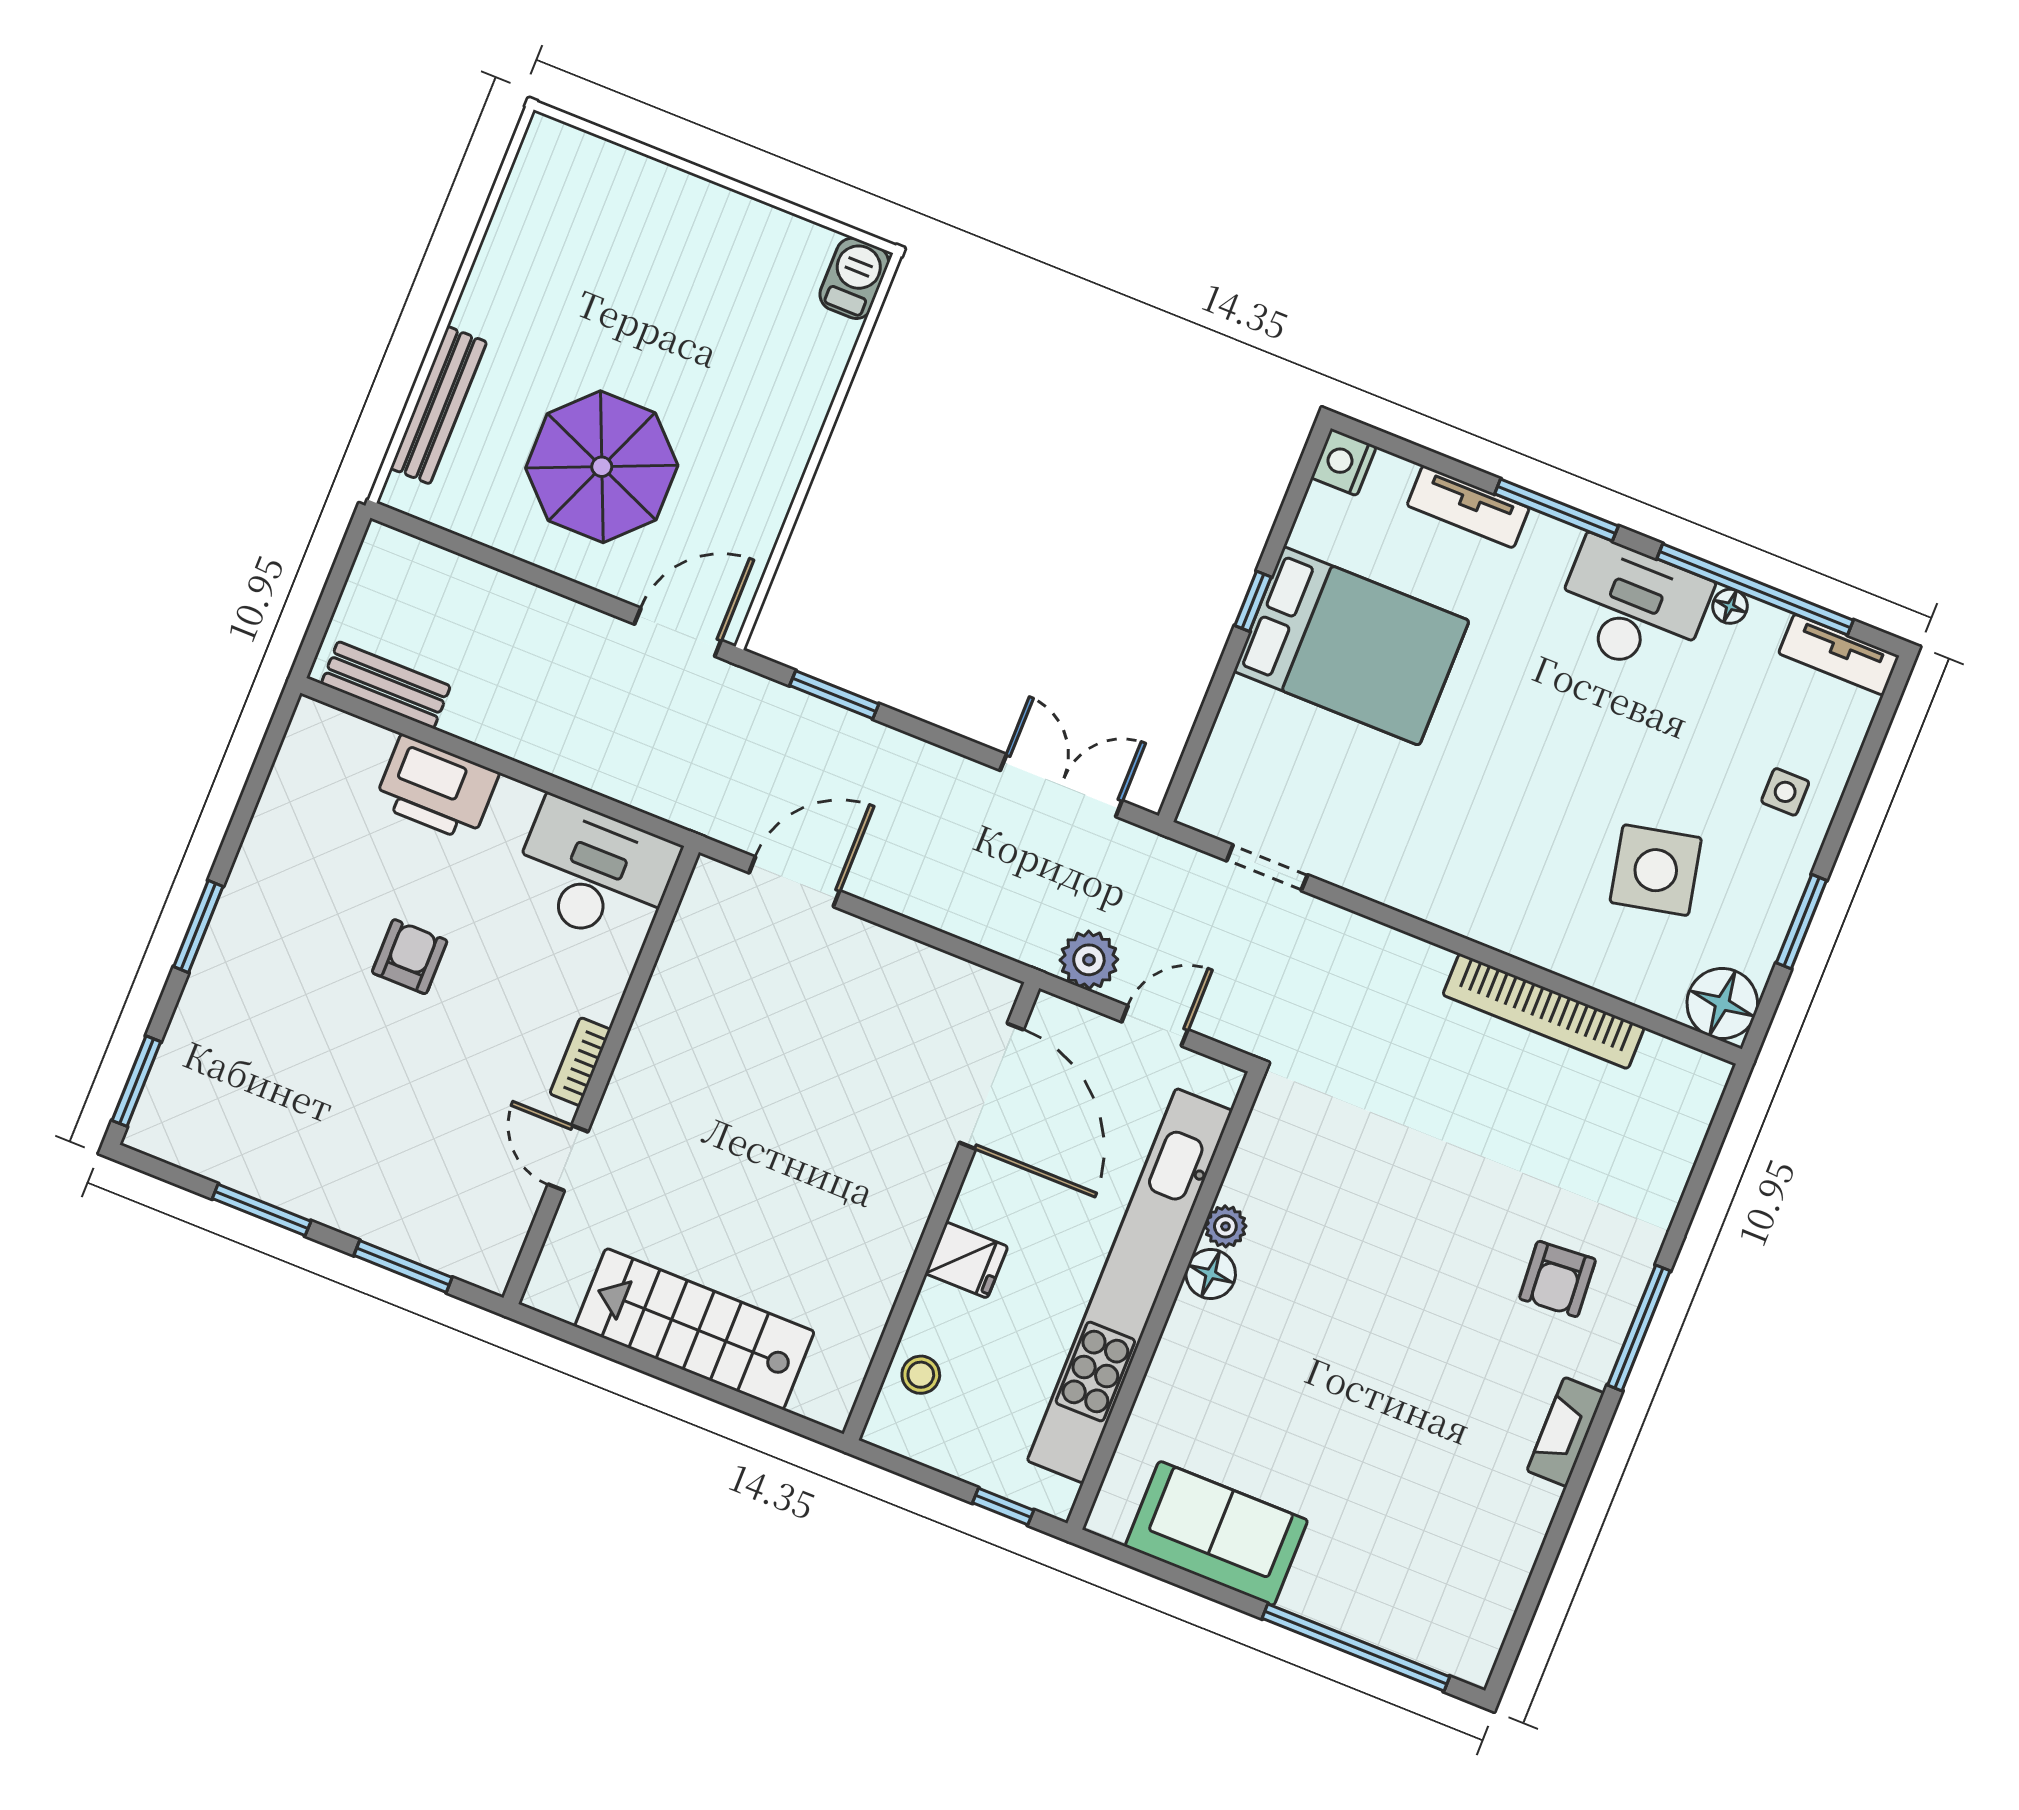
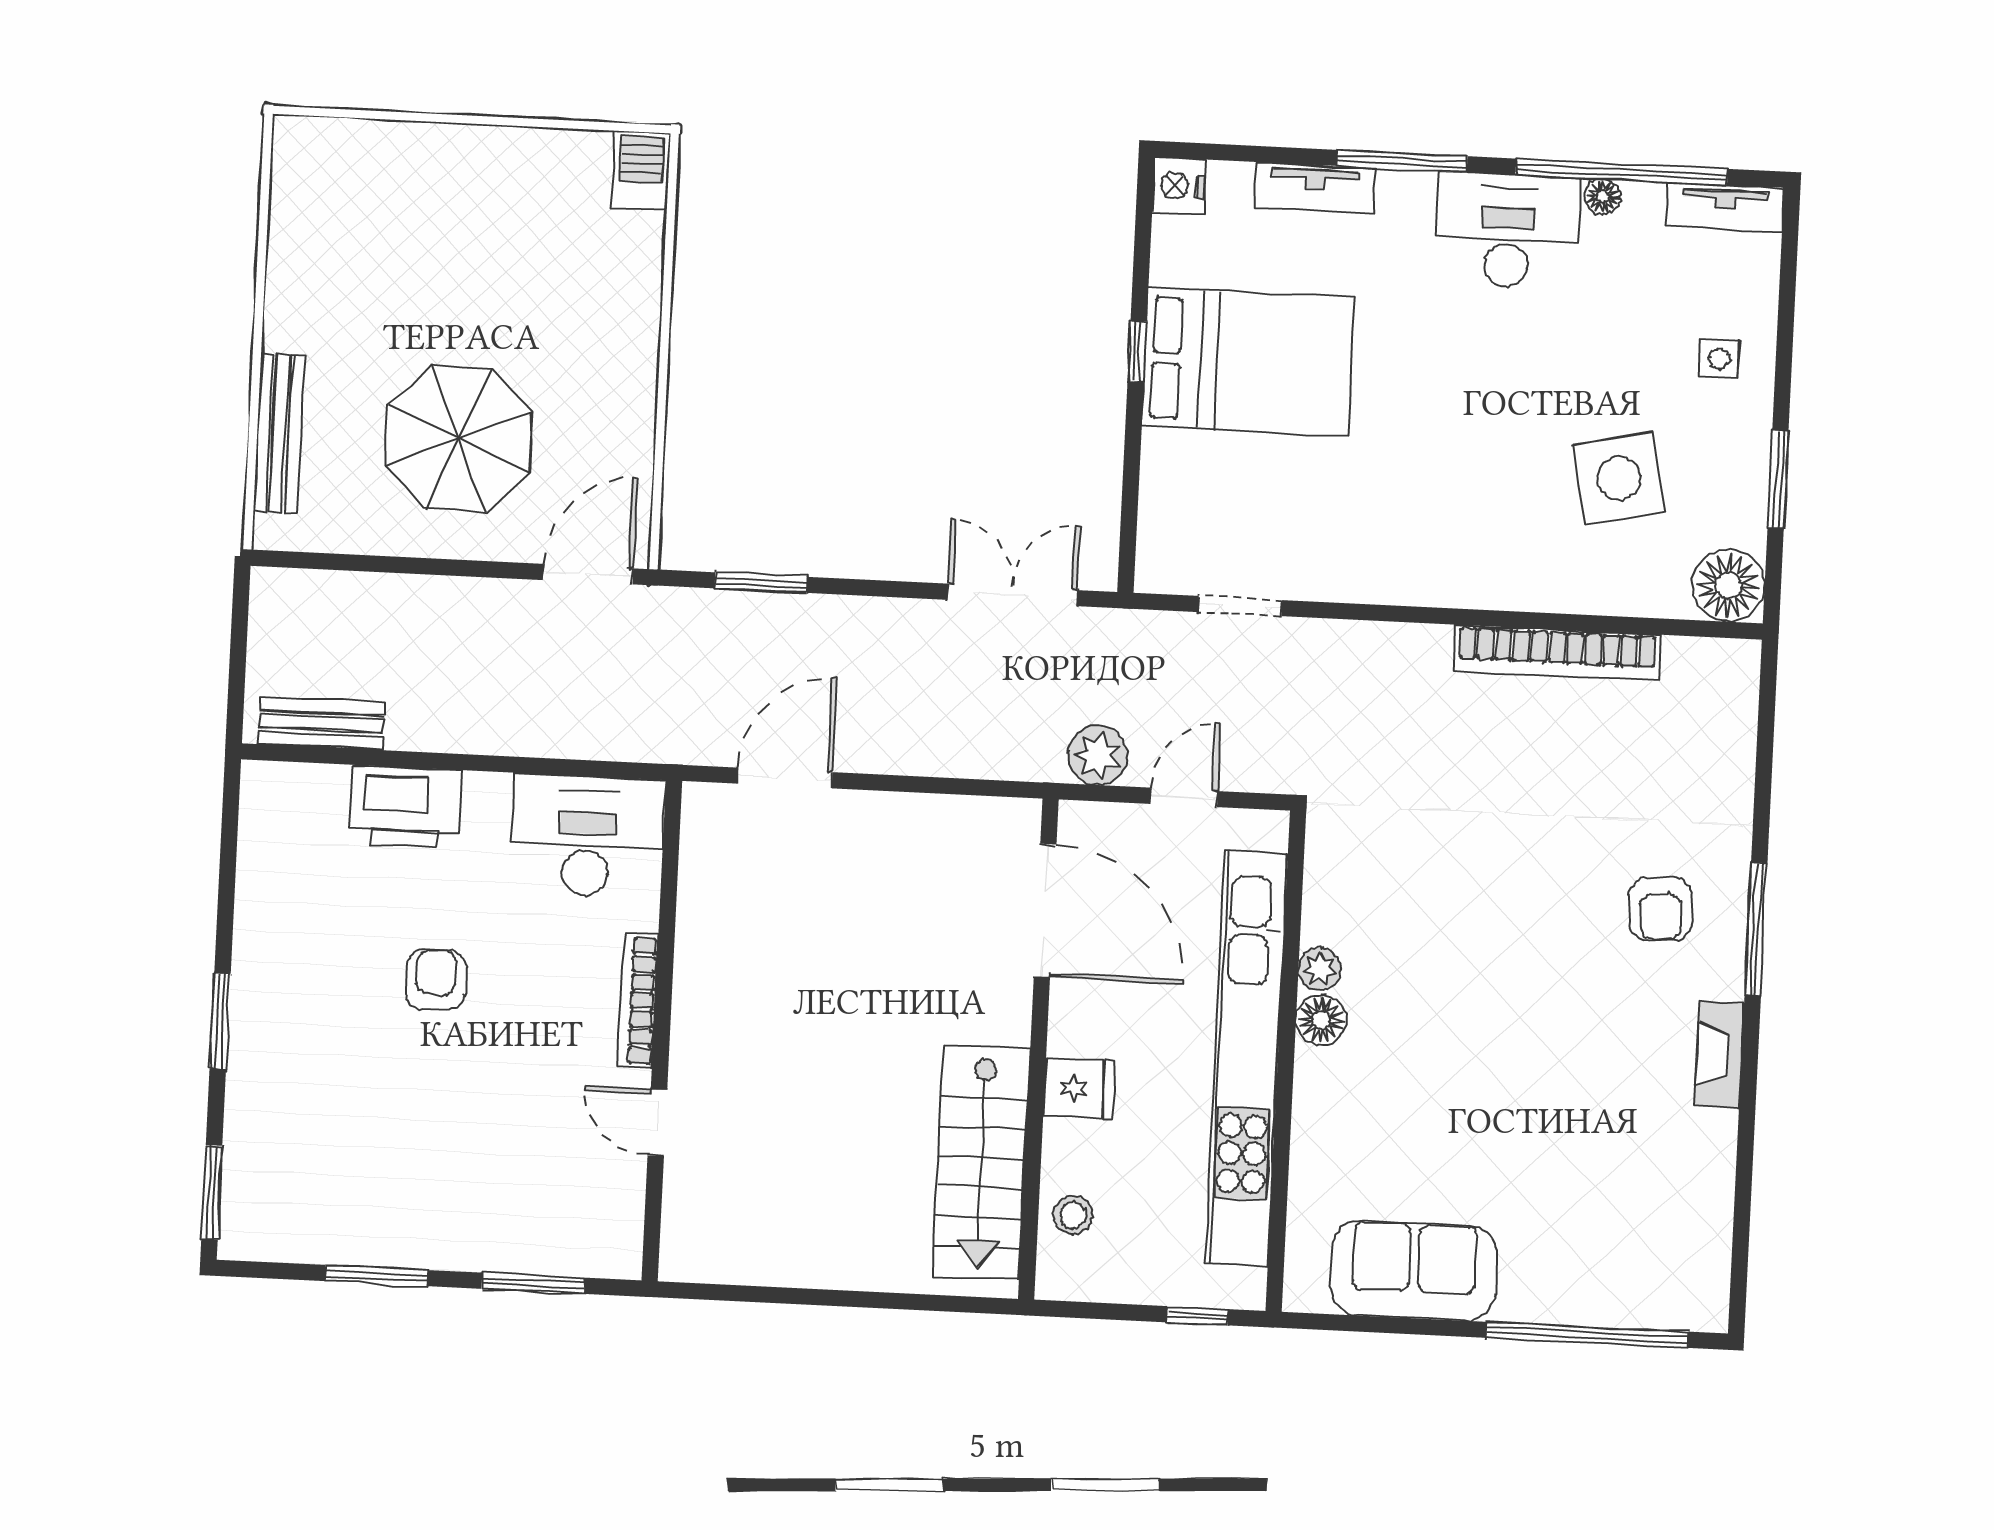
bookcase: (580, 1062) -> (638, 1001), width x1.56
stairs: (695, 1329) -> (981, 1162), moved, turned -90

